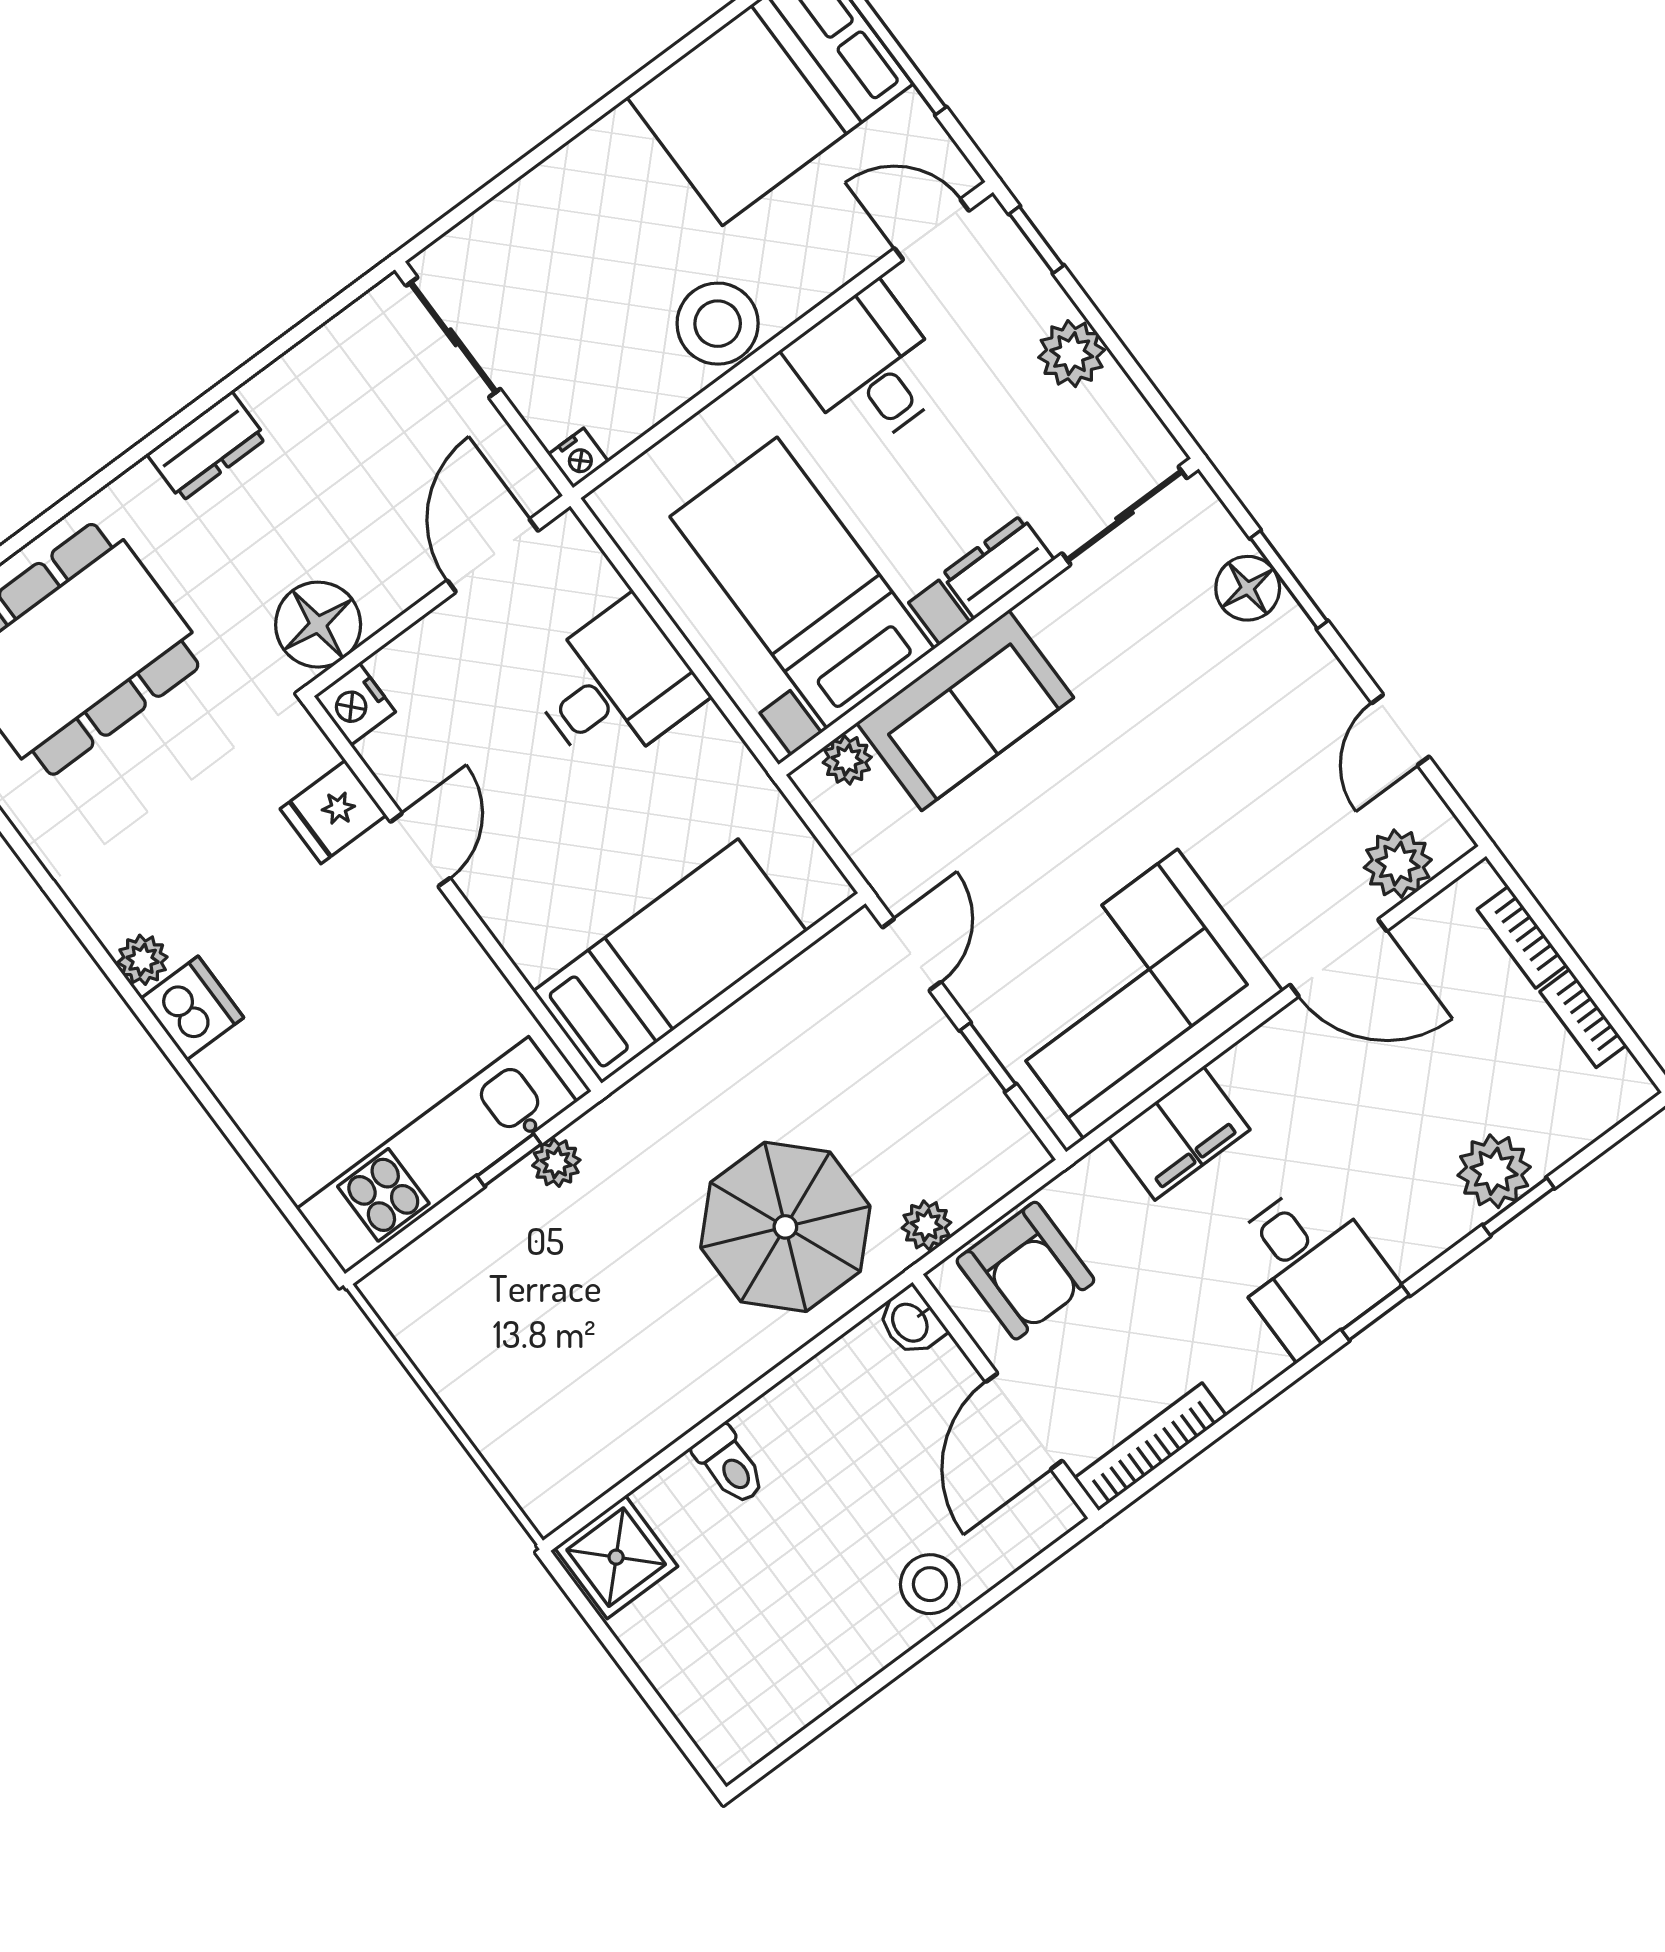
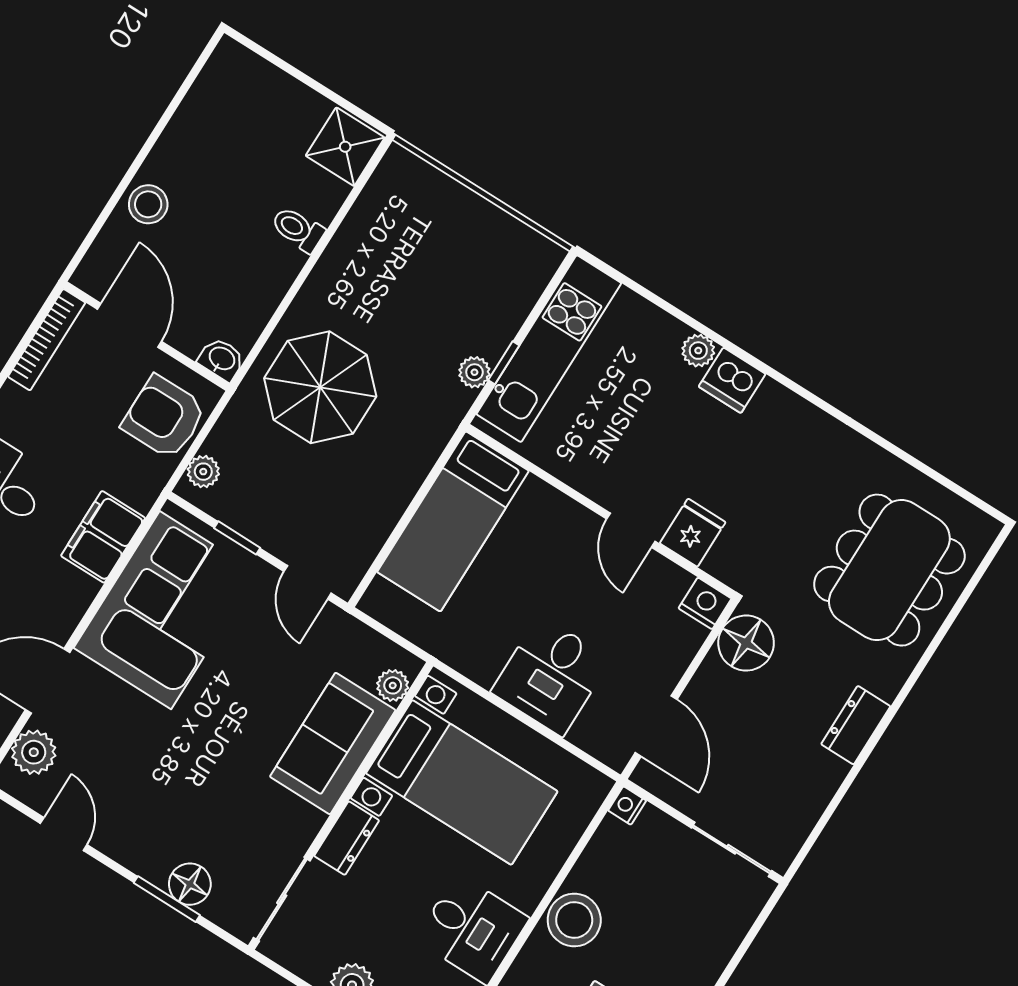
plant: (143, 960) -> (698, 351), moved
plant: (926, 1225) -> (203, 472), moved

